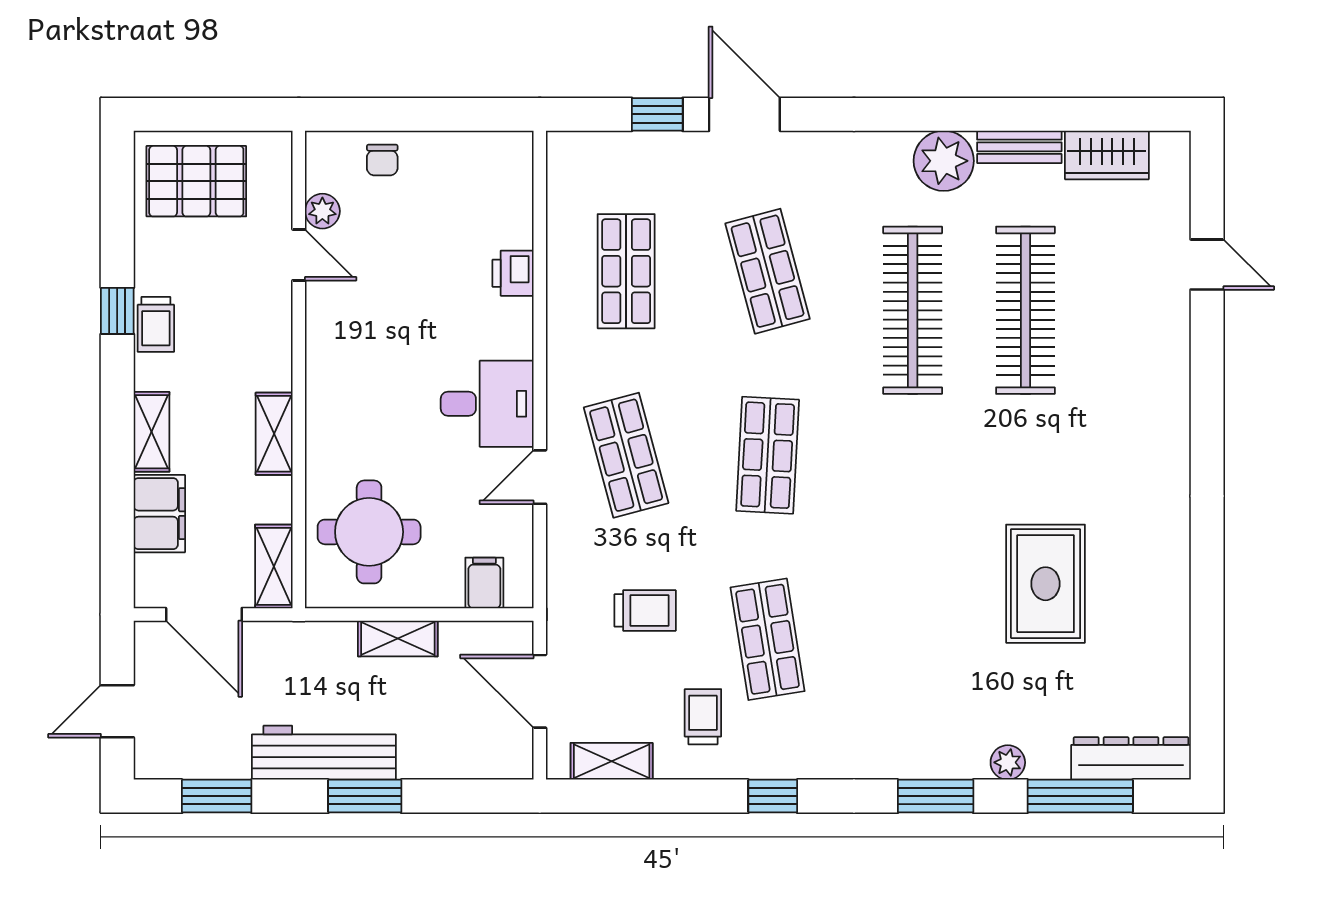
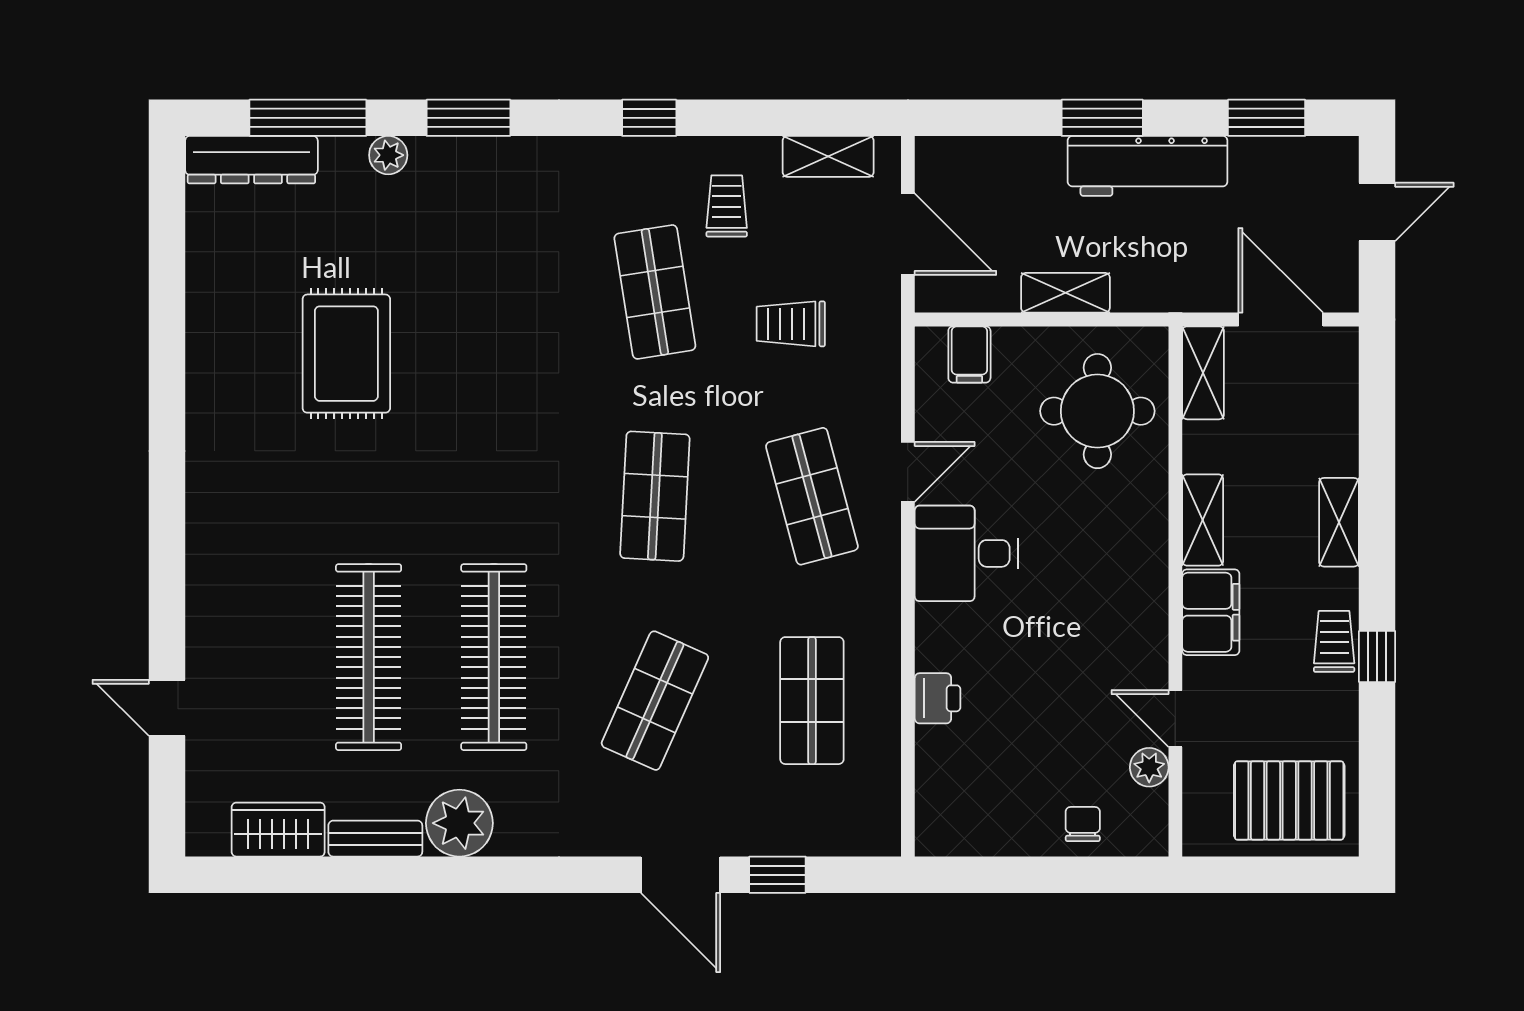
shop shelf: (768, 271) -> (655, 701), turned 39
filing cabinet: (159, 514) -> (1211, 612), moved, turned 180
trolley: (703, 717) -> (727, 206), turned 180

